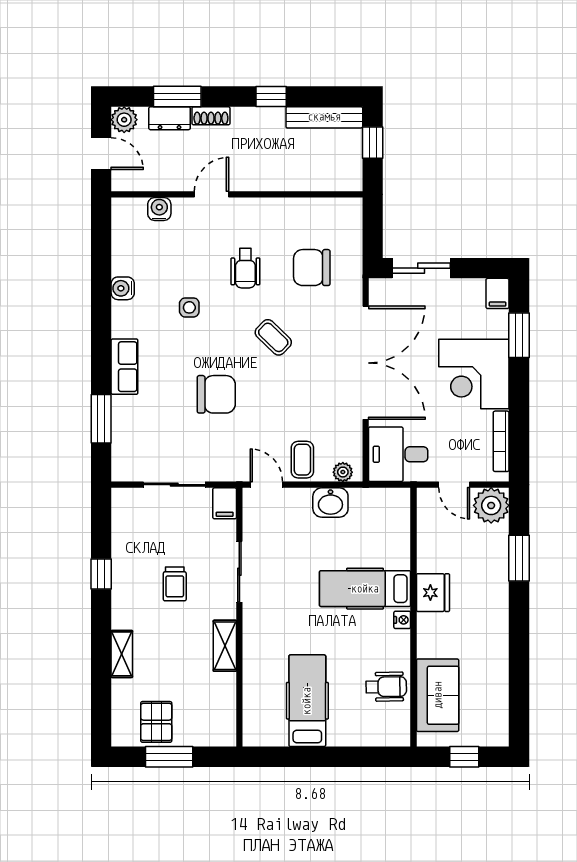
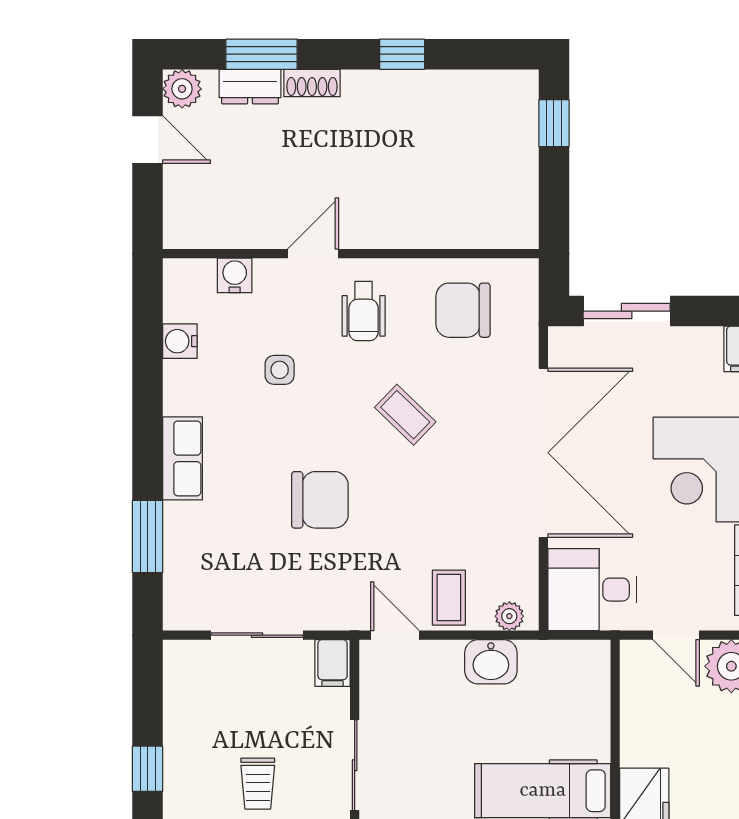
bench: (324, 117) -> (482, 85), removed
door: (212, 194) -> (313, 254), moved
wall: (237, 194) -> (351, 254), moved
water cooler: (159, 209) -> (235, 275), moved

